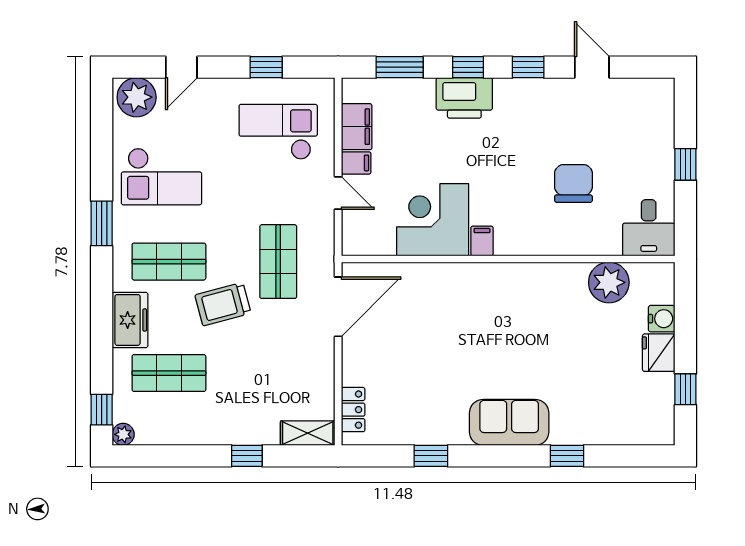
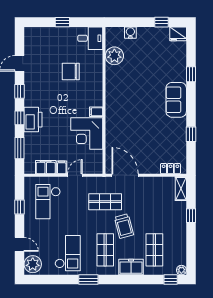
fridge: (659, 353) -> (178, 34), moved

